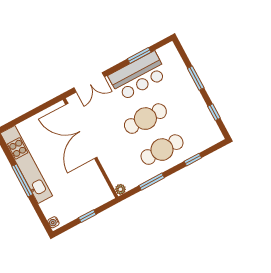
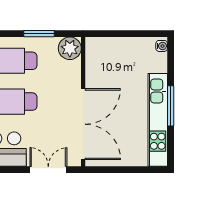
plant: (120, 189) -> (70, 48), width x1.88, depth x1.88
window: (87, 216) -> (124, 34), removed

